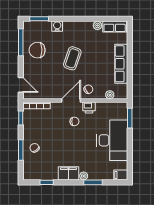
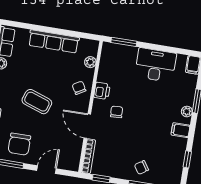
door: (21, 85) -> (47, 170), moved
door: (71, 101) -> (87, 126), moved
desk: (112, 140) -> (156, 65), width x0.73, depth x0.77
filing cabinet: (68, 173) -> (180, 130), width x0.50

